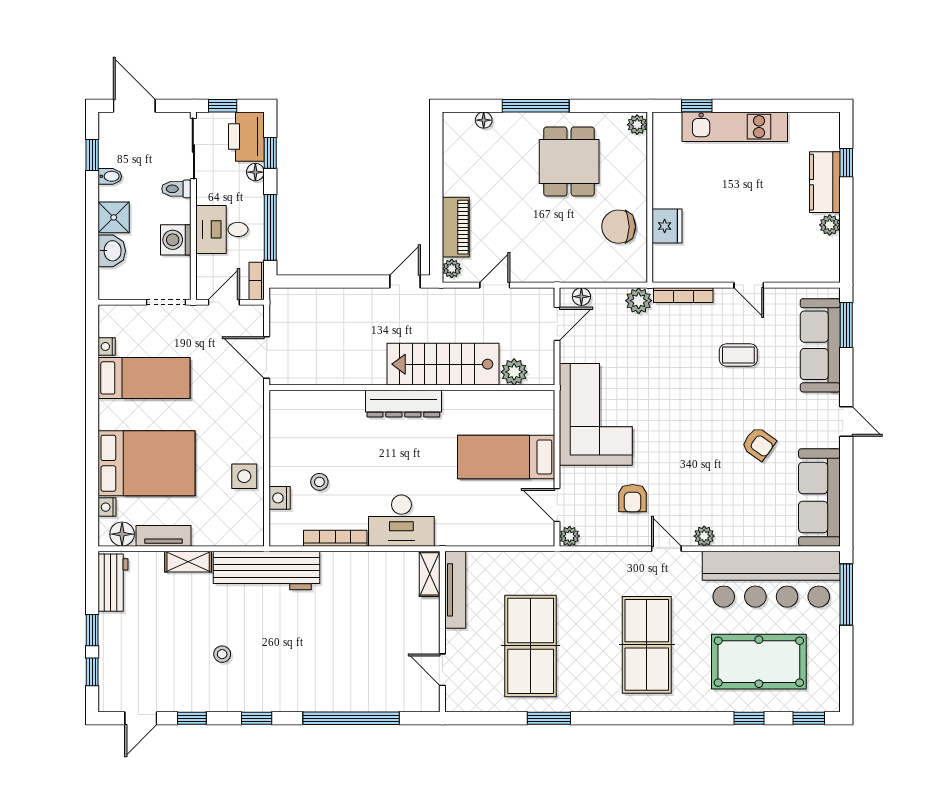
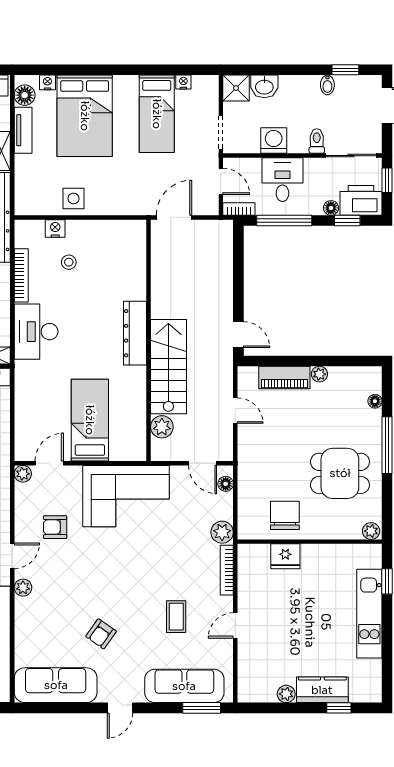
shower: (114, 217) -> (236, 88), moved
plant: (452, 269) -> (319, 374), moved

